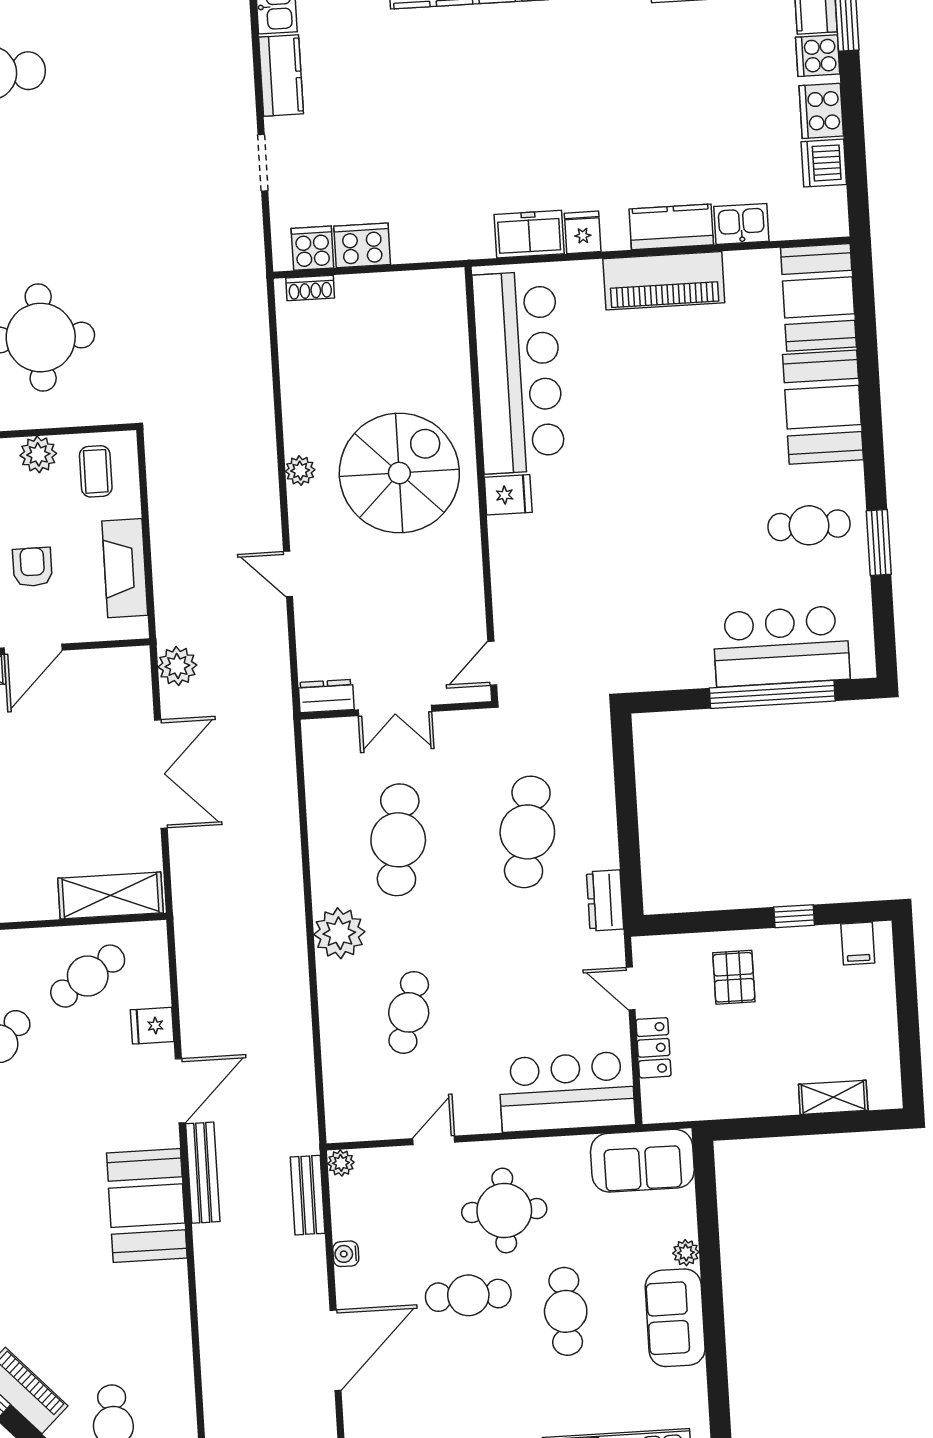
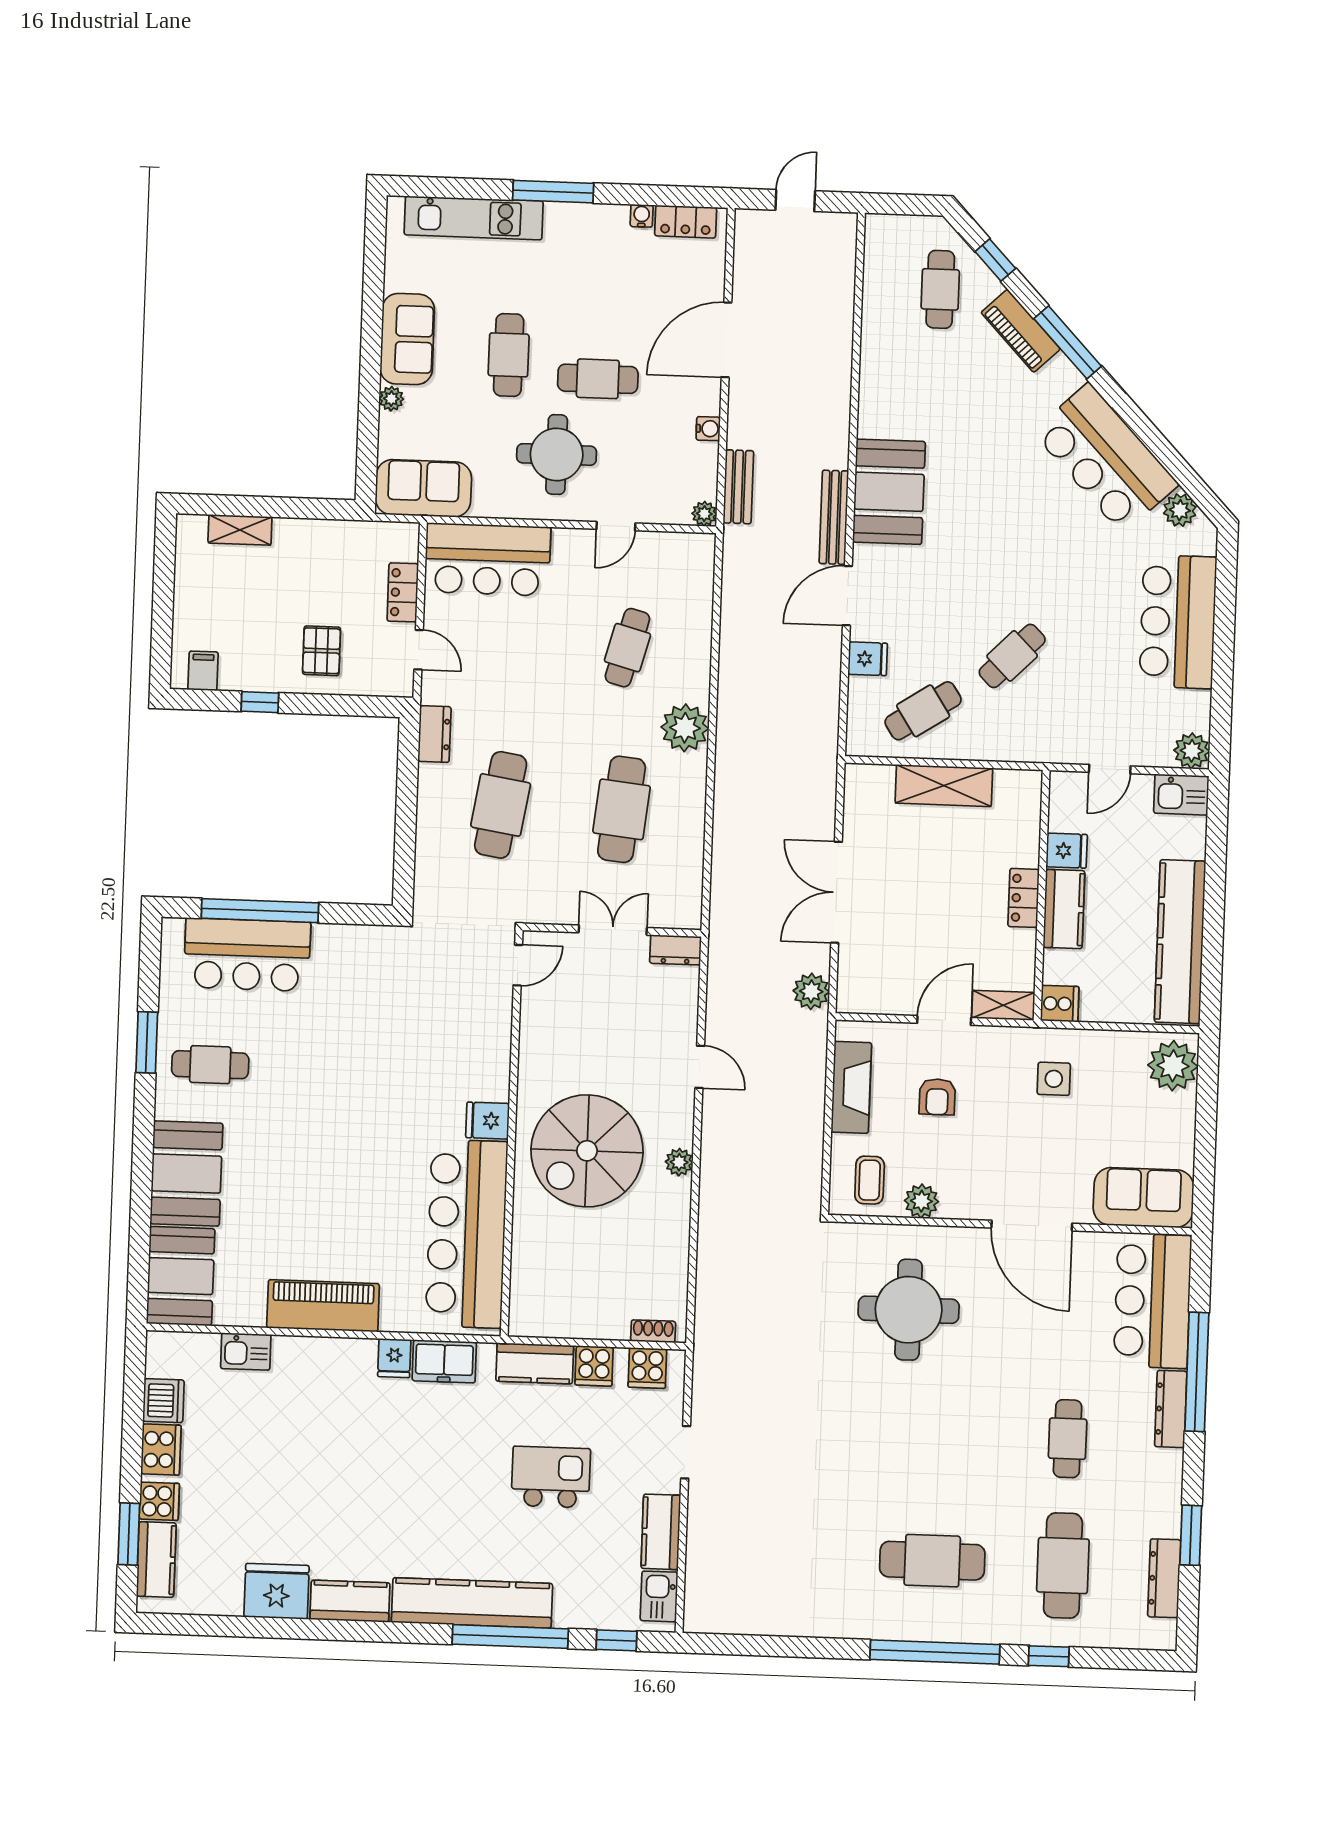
kitchen island: (404, 122) -> (551, 1477), added
kitchen counter: (671, 227) -> (535, 1363), moved
cooker: (362, 245) -> (594, 1366), width x0.73
shelving: (111, 896) -> (944, 786), moved

